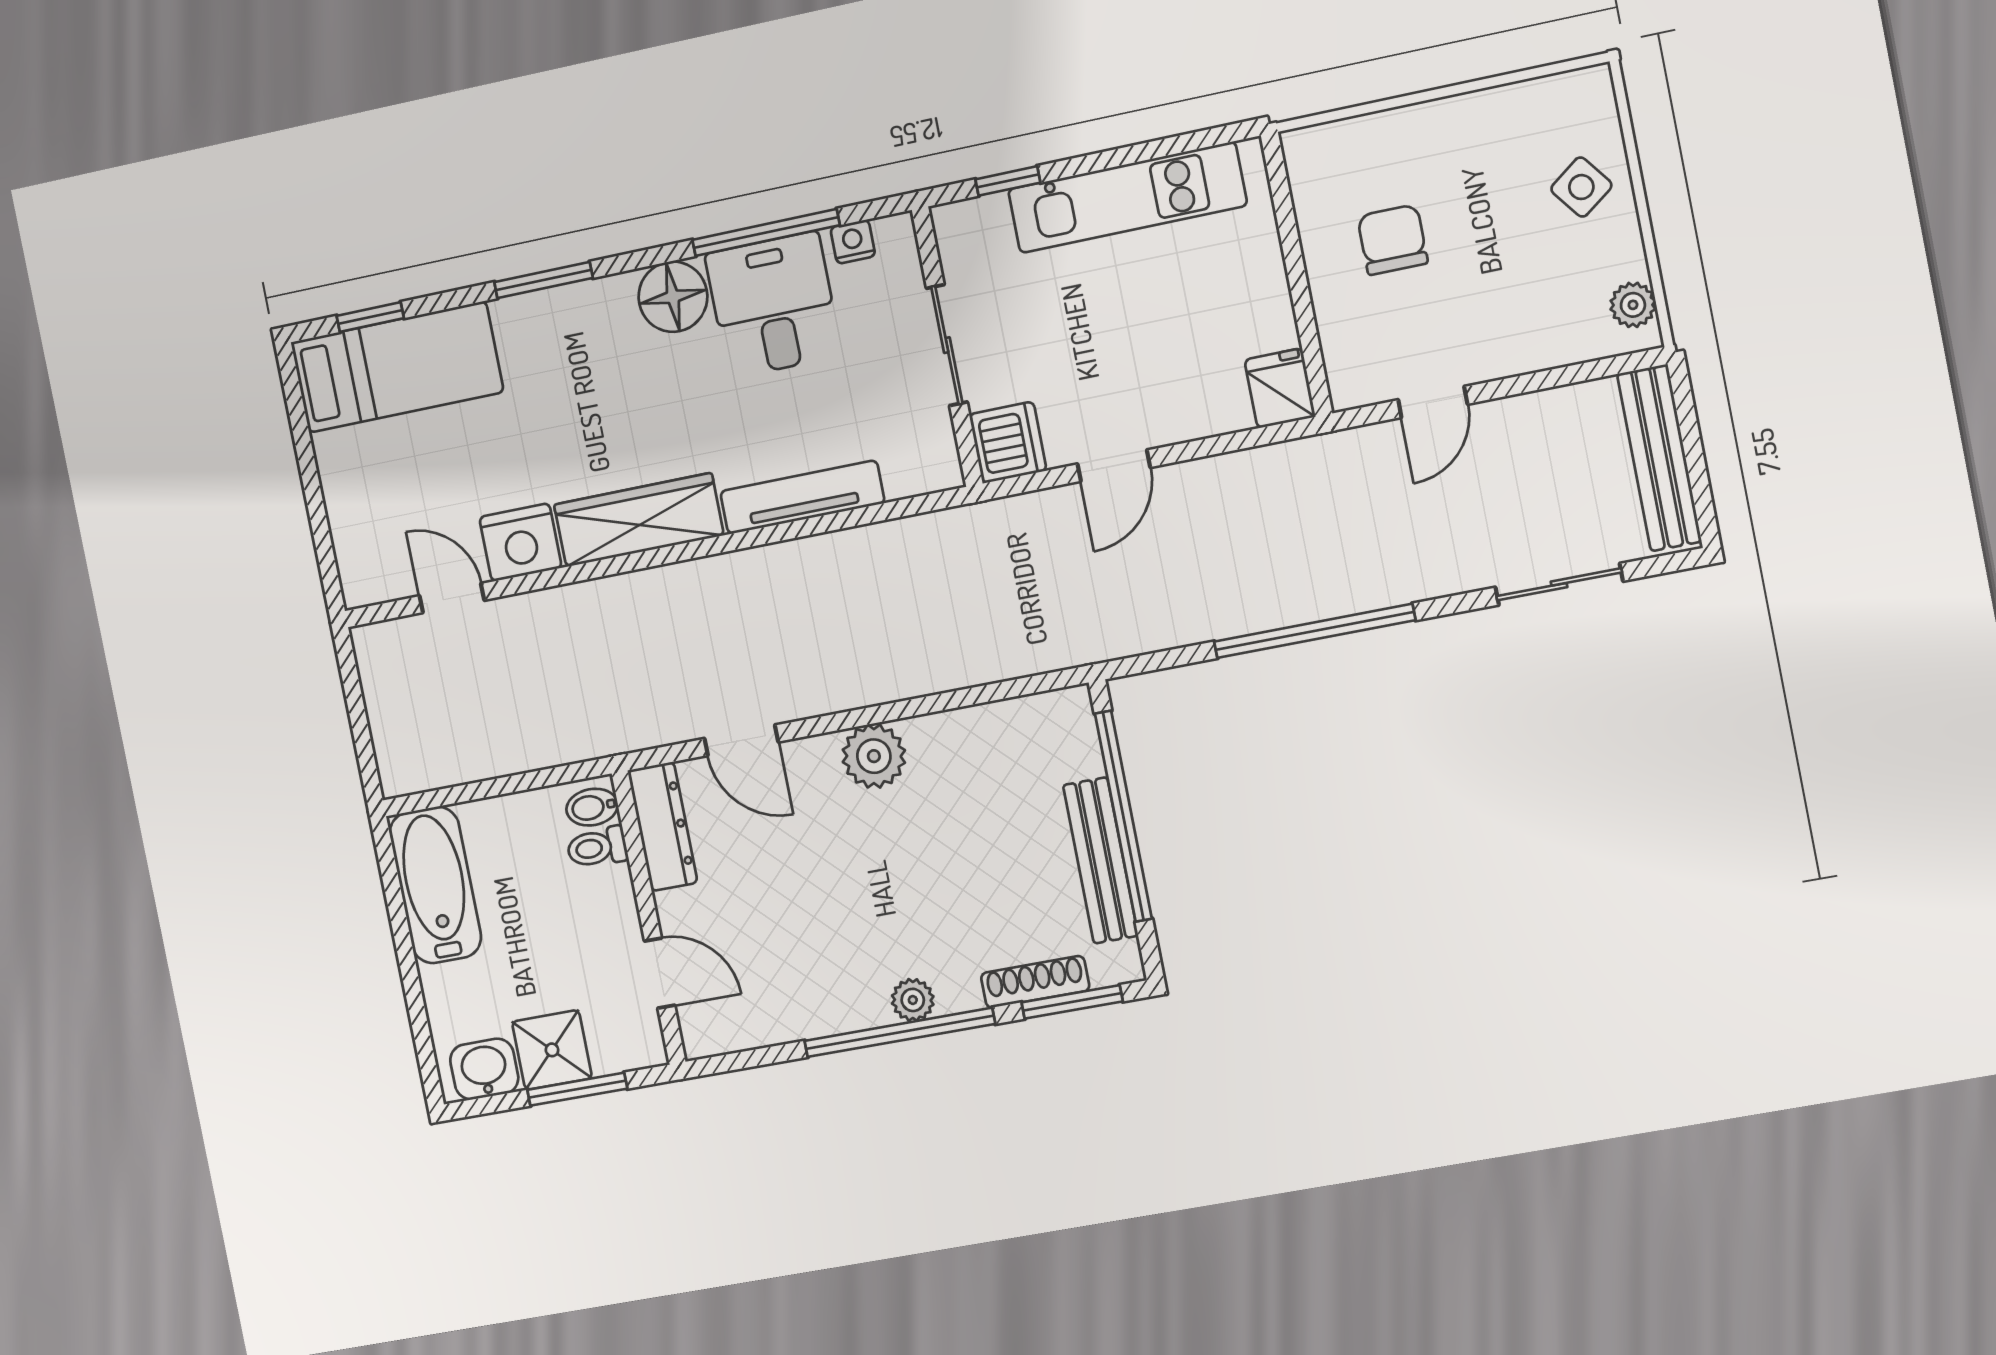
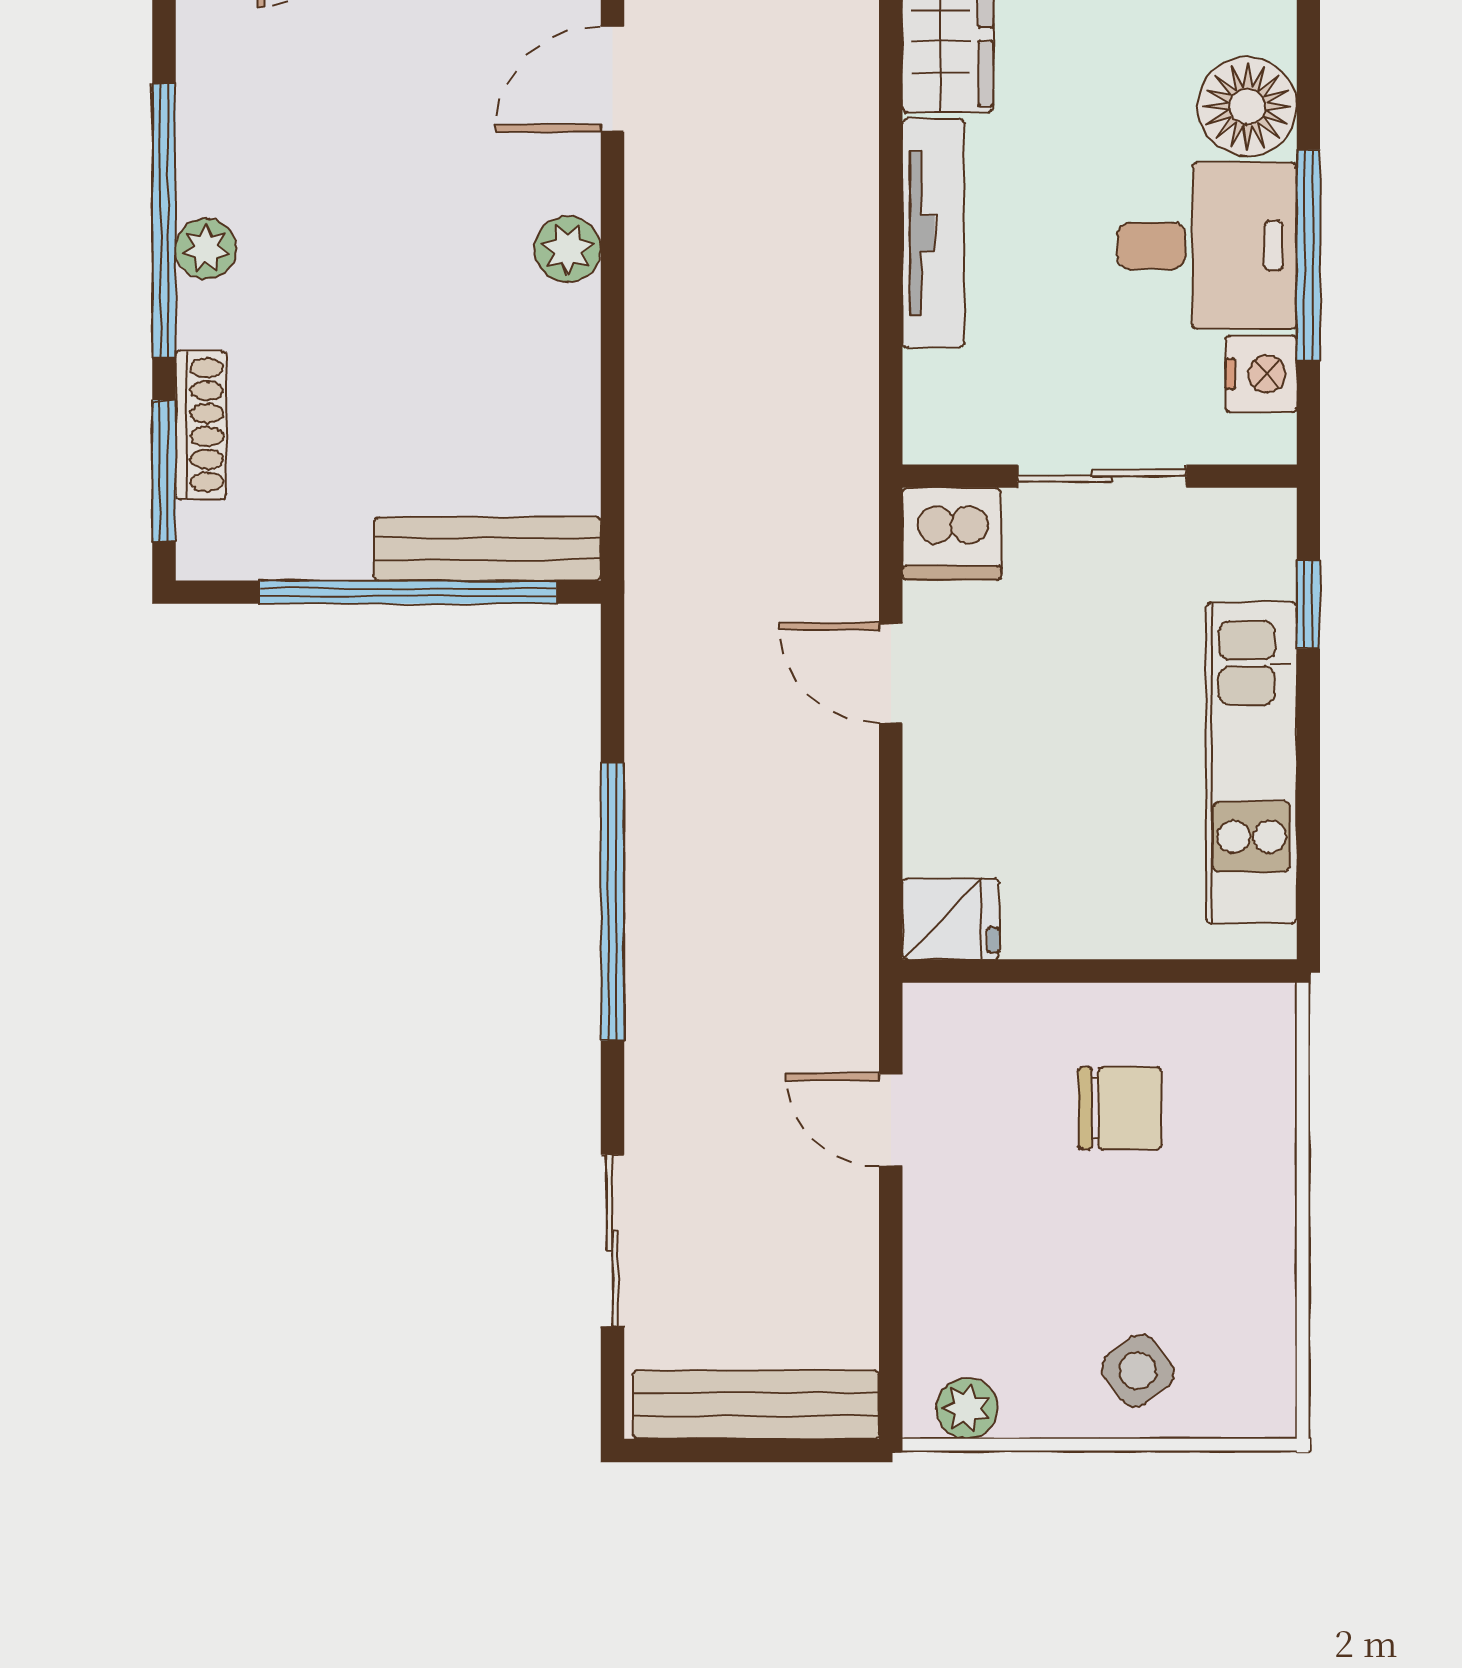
nightstand: (853, 242) -> (1261, 374), width x1.39, depth x1.35
plant: (874, 756) -> (568, 249), width x0.73, depth x0.73
bench: (1101, 860) -> (487, 549), moved

